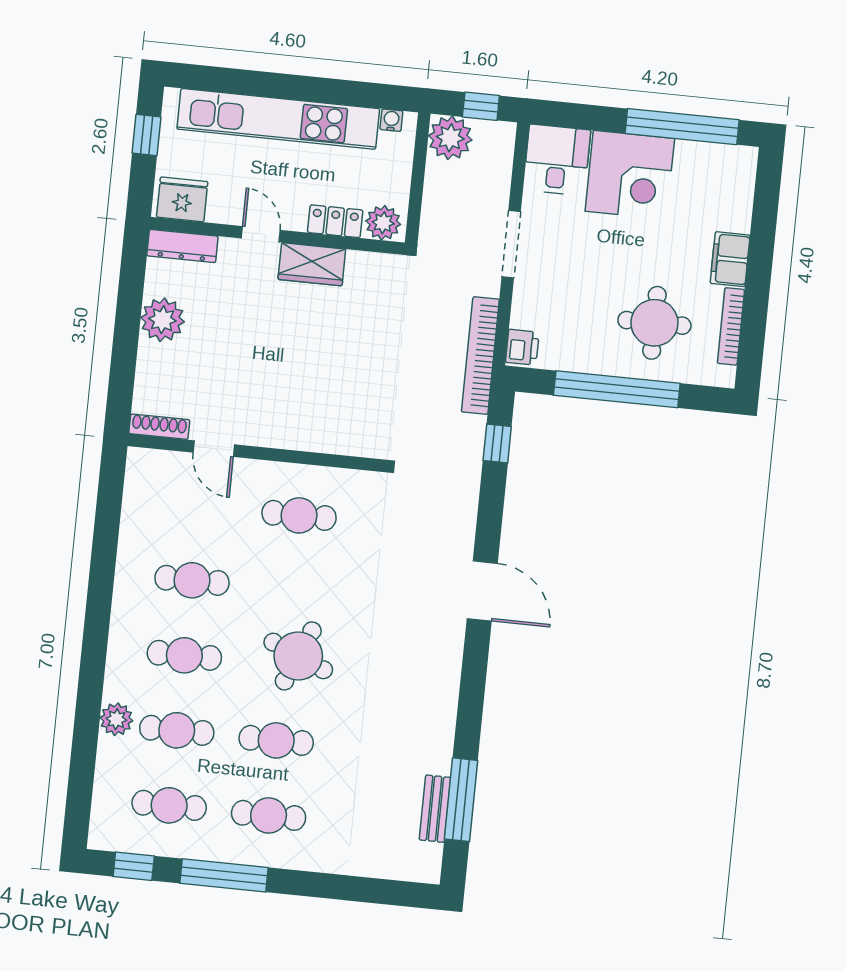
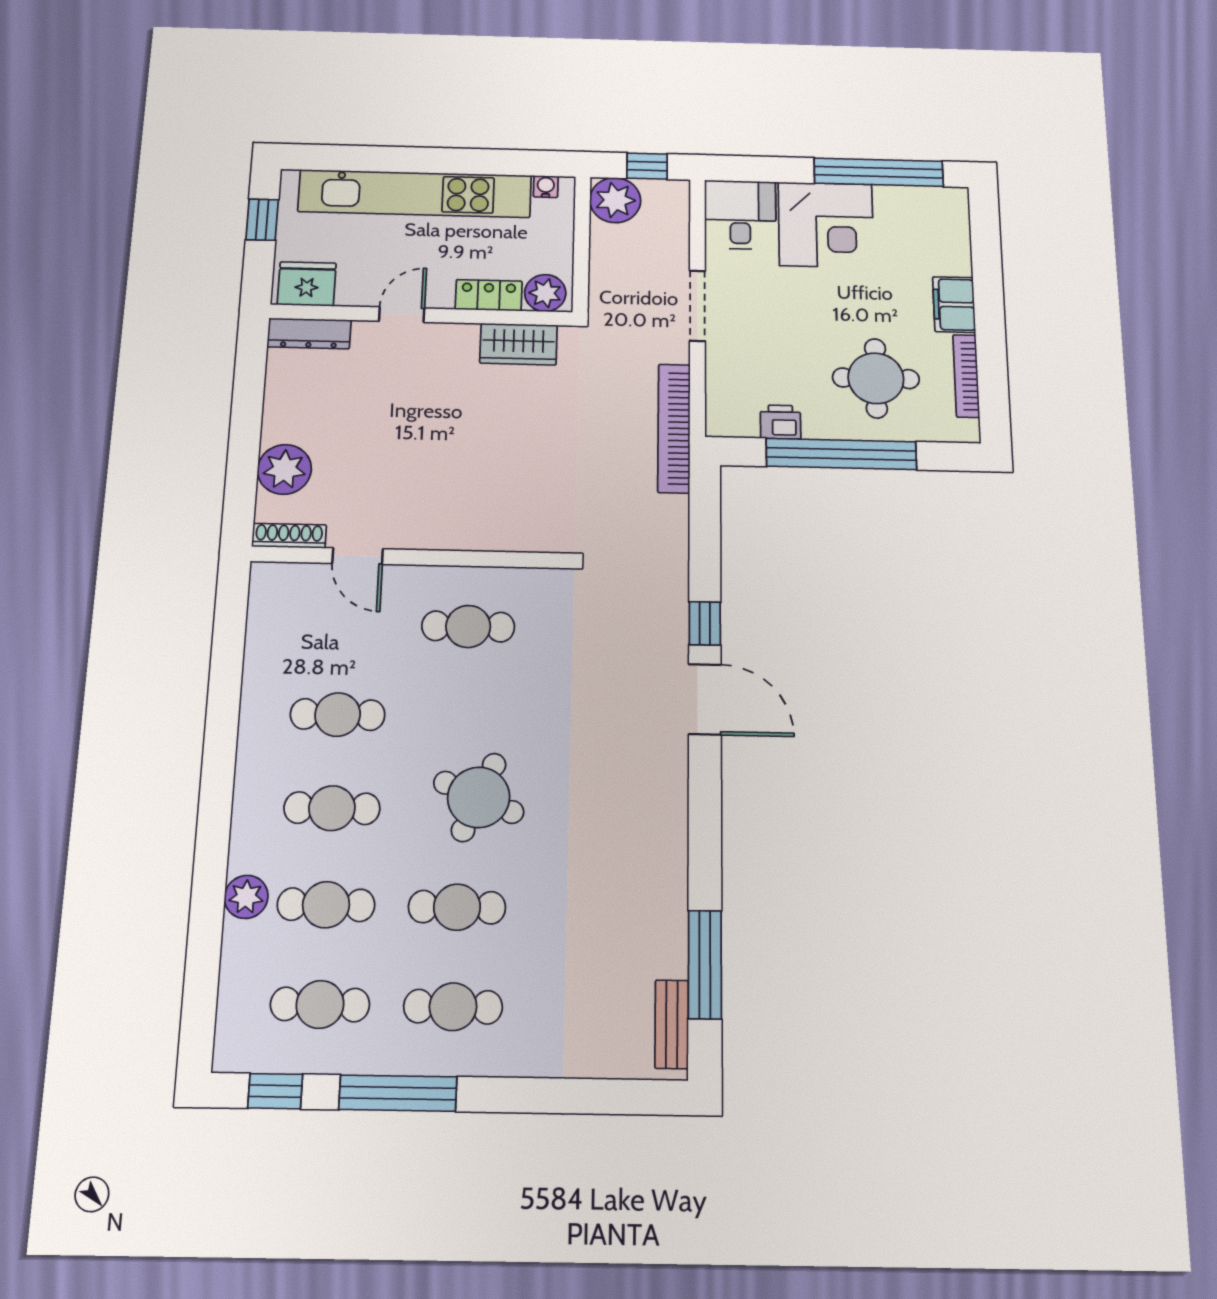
door: (261, 234) -> (402, 315), hinge flipped
wardrobe: (312, 264) -> (519, 344), moved
plant: (162, 320) -> (284, 469), moved
printer: (522, 347) -> (781, 422), moved, turned -90
window: (497, 443) -> (705, 623), moved
bench: (435, 809) -> (672, 1024), moved

